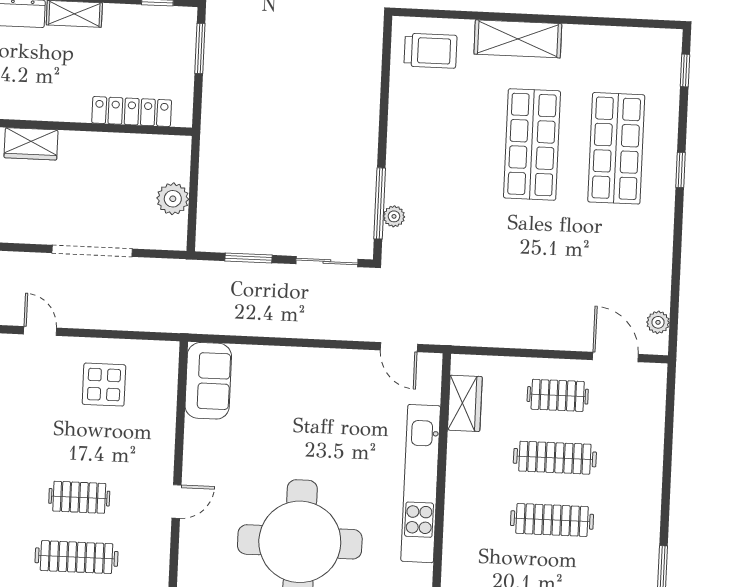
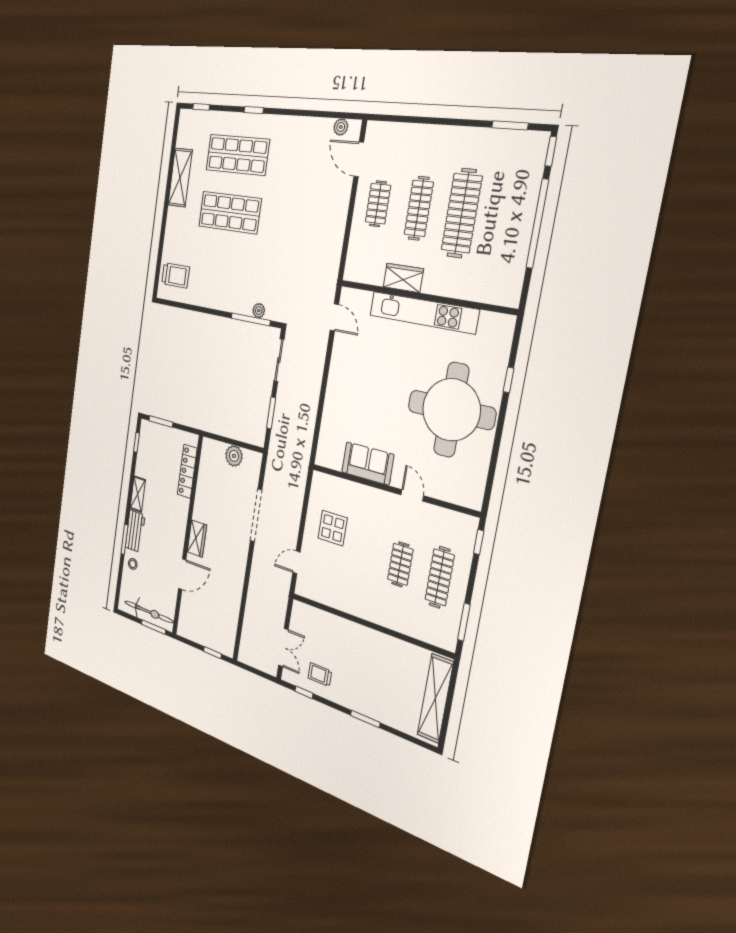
shelving: (518, 39) -> (180, 178), moved
trolley: (430, 51) -> (176, 275), turned 90
door: (399, 347) -> (334, 317), hinge flipped
door: (615, 357) -> (359, 159), hinge flipped
sofa: (208, 381) -> (368, 463), moved
wardrobe: (465, 403) -> (403, 278), moved
clothes rail: (552, 520) -> (462, 213), width x1.37, depth x1.31

